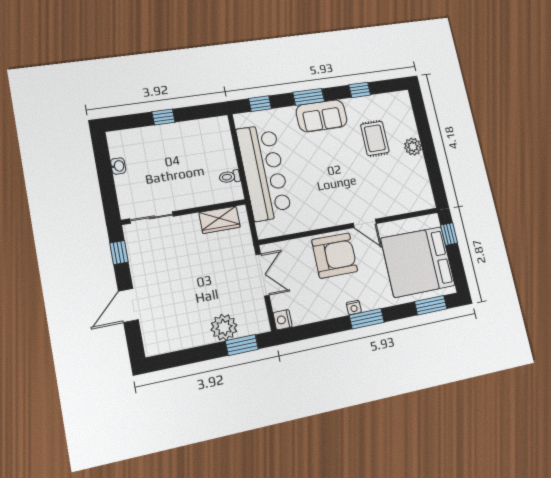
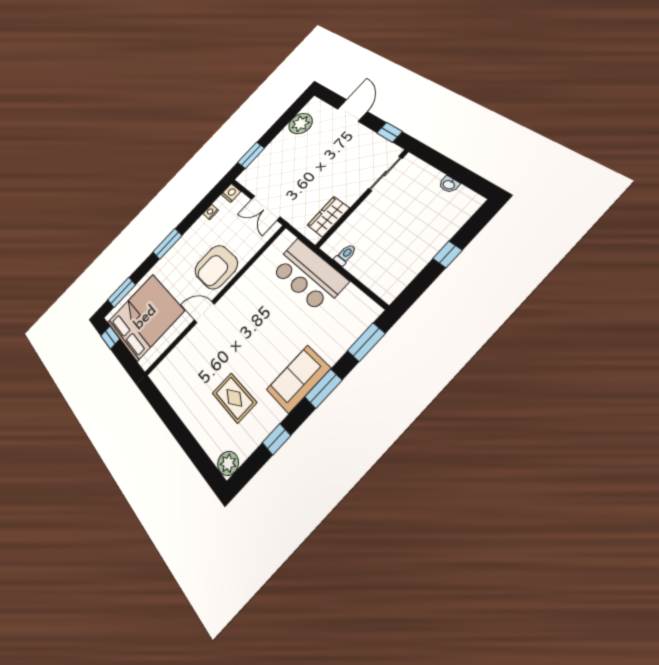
window: (260, 104) -> (366, 342), width x1.50
plant: (413, 147) -> (228, 463), moved
bar counter: (264, 172) -> (308, 275), width x0.73
window: (449, 234) -> (110, 337), moved
nightstand: (354, 307) -> (211, 212), moved
plant: (224, 327) -> (301, 124), moved

